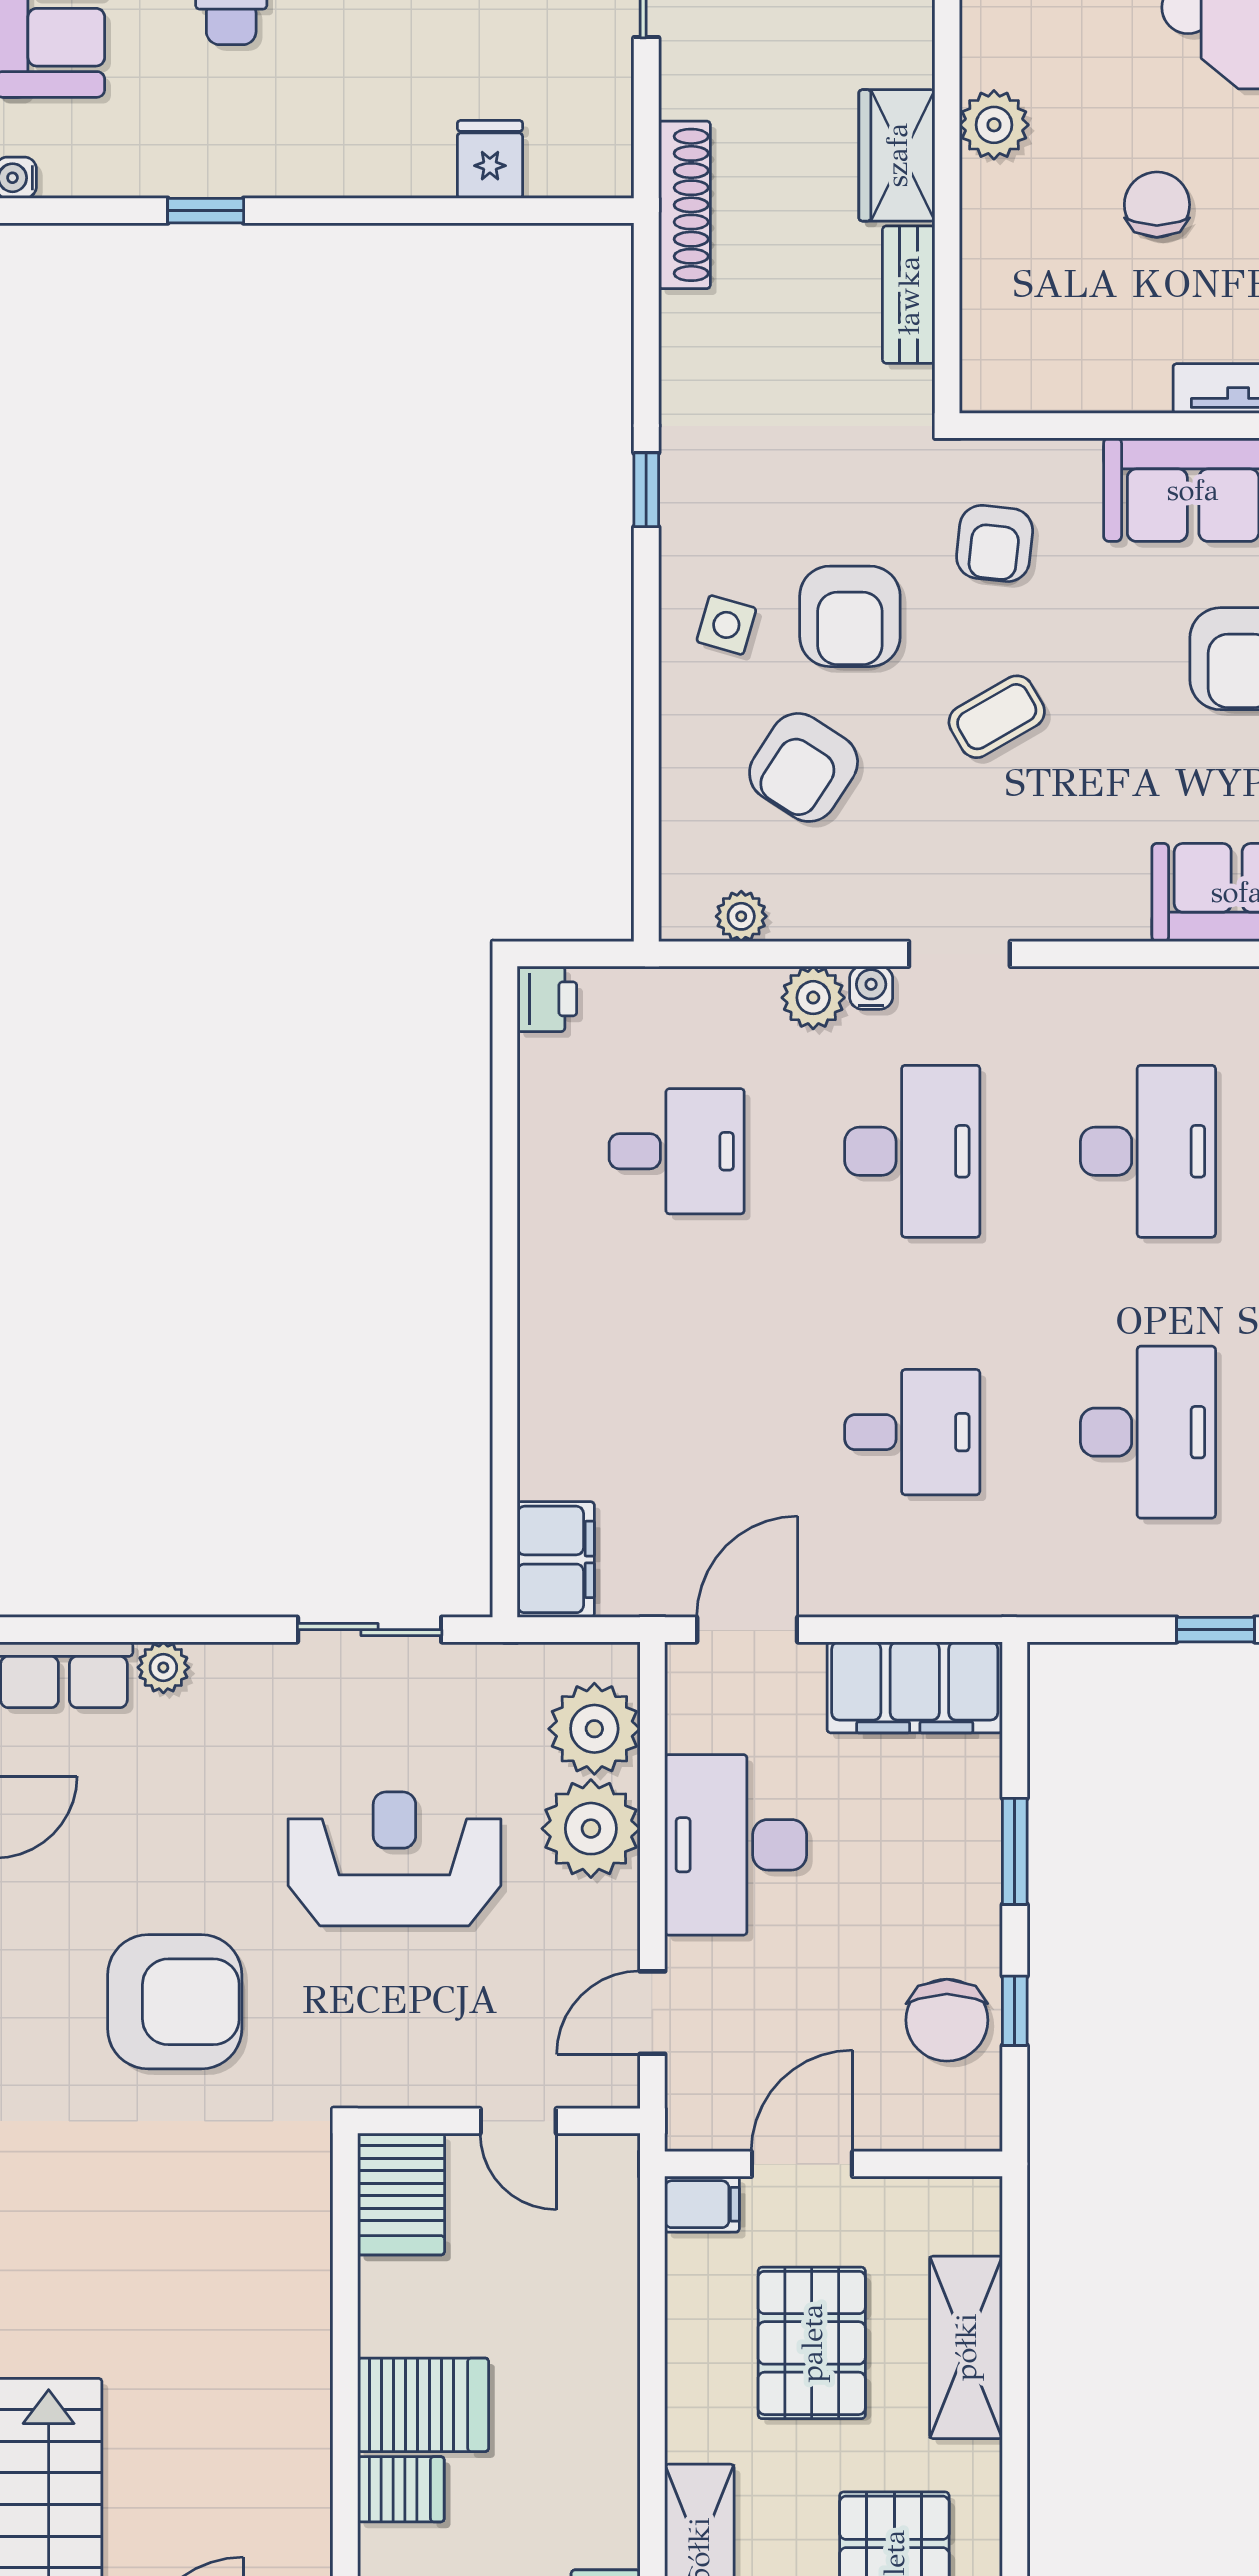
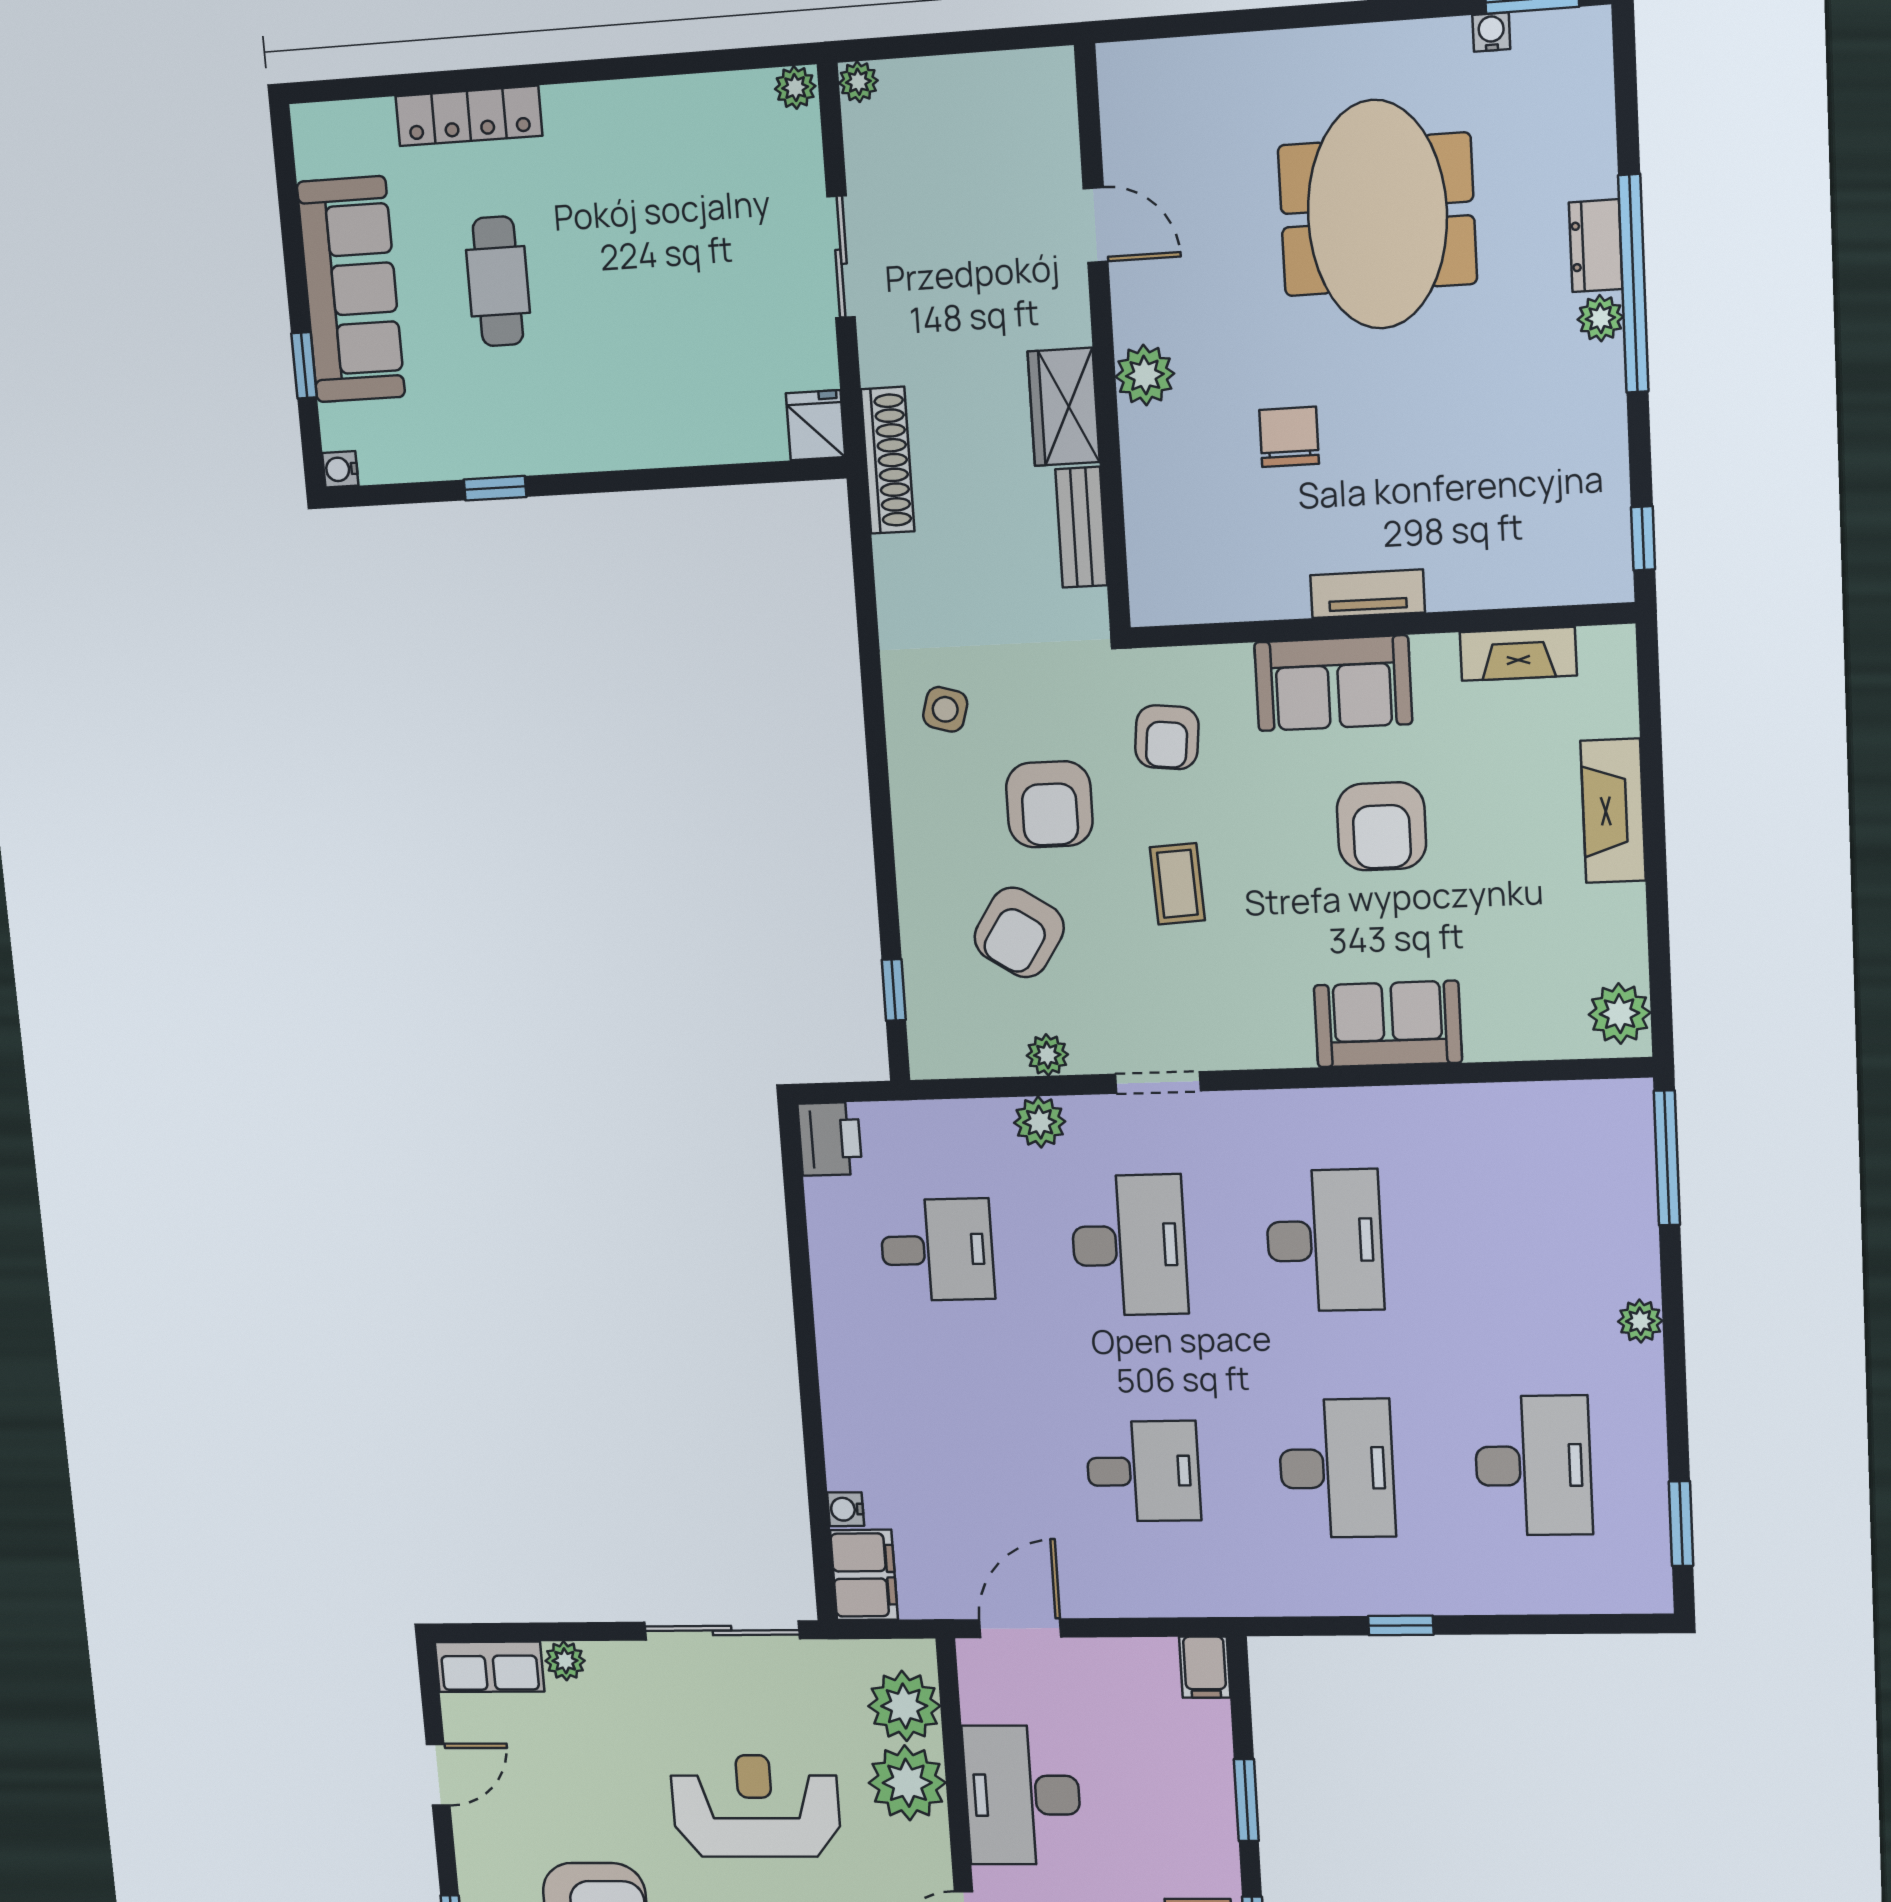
fridge: (490, 159) -> (816, 425), moved
window: (646, 490) -> (894, 990), moved
side table: (726, 625) -> (945, 709), moved
coffee table: (997, 717) -> (1177, 884), turned -63
plant: (741, 916) -> (1047, 1055), moved
water cooler: (871, 988) -> (846, 1509), moved, turned -90
printer: (547, 999) -> (830, 1139), width x1.36, depth x1.24
sliding door: (370, 1630) -> (722, 1631), width x1.37
filing cabinet: (915, 1687) -> (1205, 1667), width x0.33, depth x0.86

